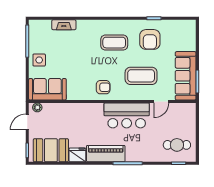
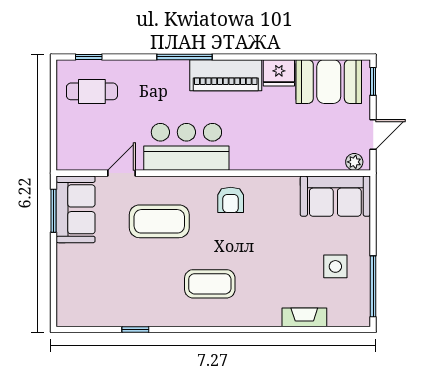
armchair: (150, 39) -> (143, 290), removed
side table: (39, 60) -> (335, 266), moved
sofa: (186, 76) -> (76, 209), width x0.73
armchair: (103, 87) -> (231, 200), turned -90

